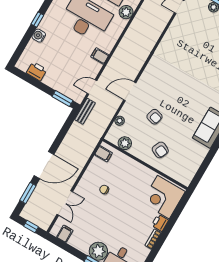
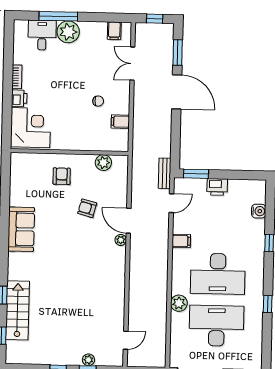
water cooler: (39, 36) -> (259, 211), moved
printer: (37, 71) -> (217, 187), moved
door: (130, 91) -> (129, 221), swing flipped
plant: (120, 121) -> (121, 240), moved
armchair: (160, 150) -> (62, 176), turned 65
filing cabinet: (103, 154) -> (120, 122), moved
door: (44, 165) -> (177, 92), swing flipped

